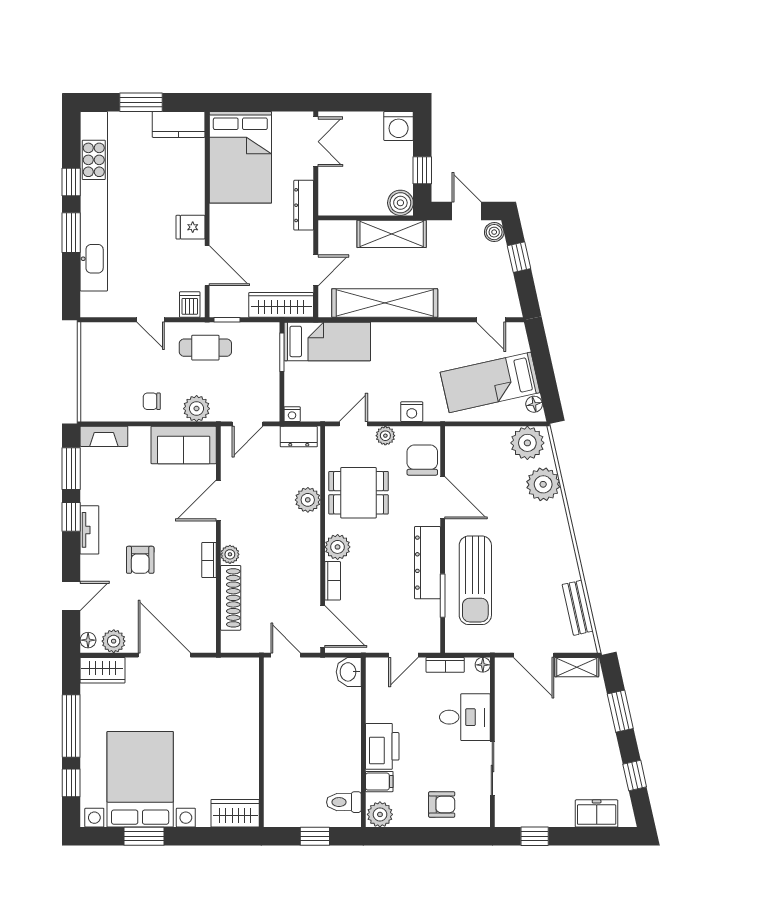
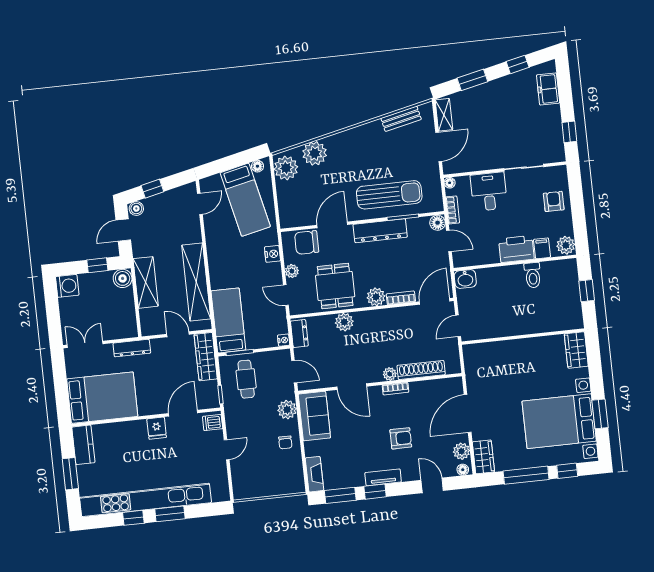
cafe table: (205, 348) -> (246, 379), moved
floor lamp: (430, 642) -> (438, 223), added
toilet: (344, 802) -> (533, 275), moved

